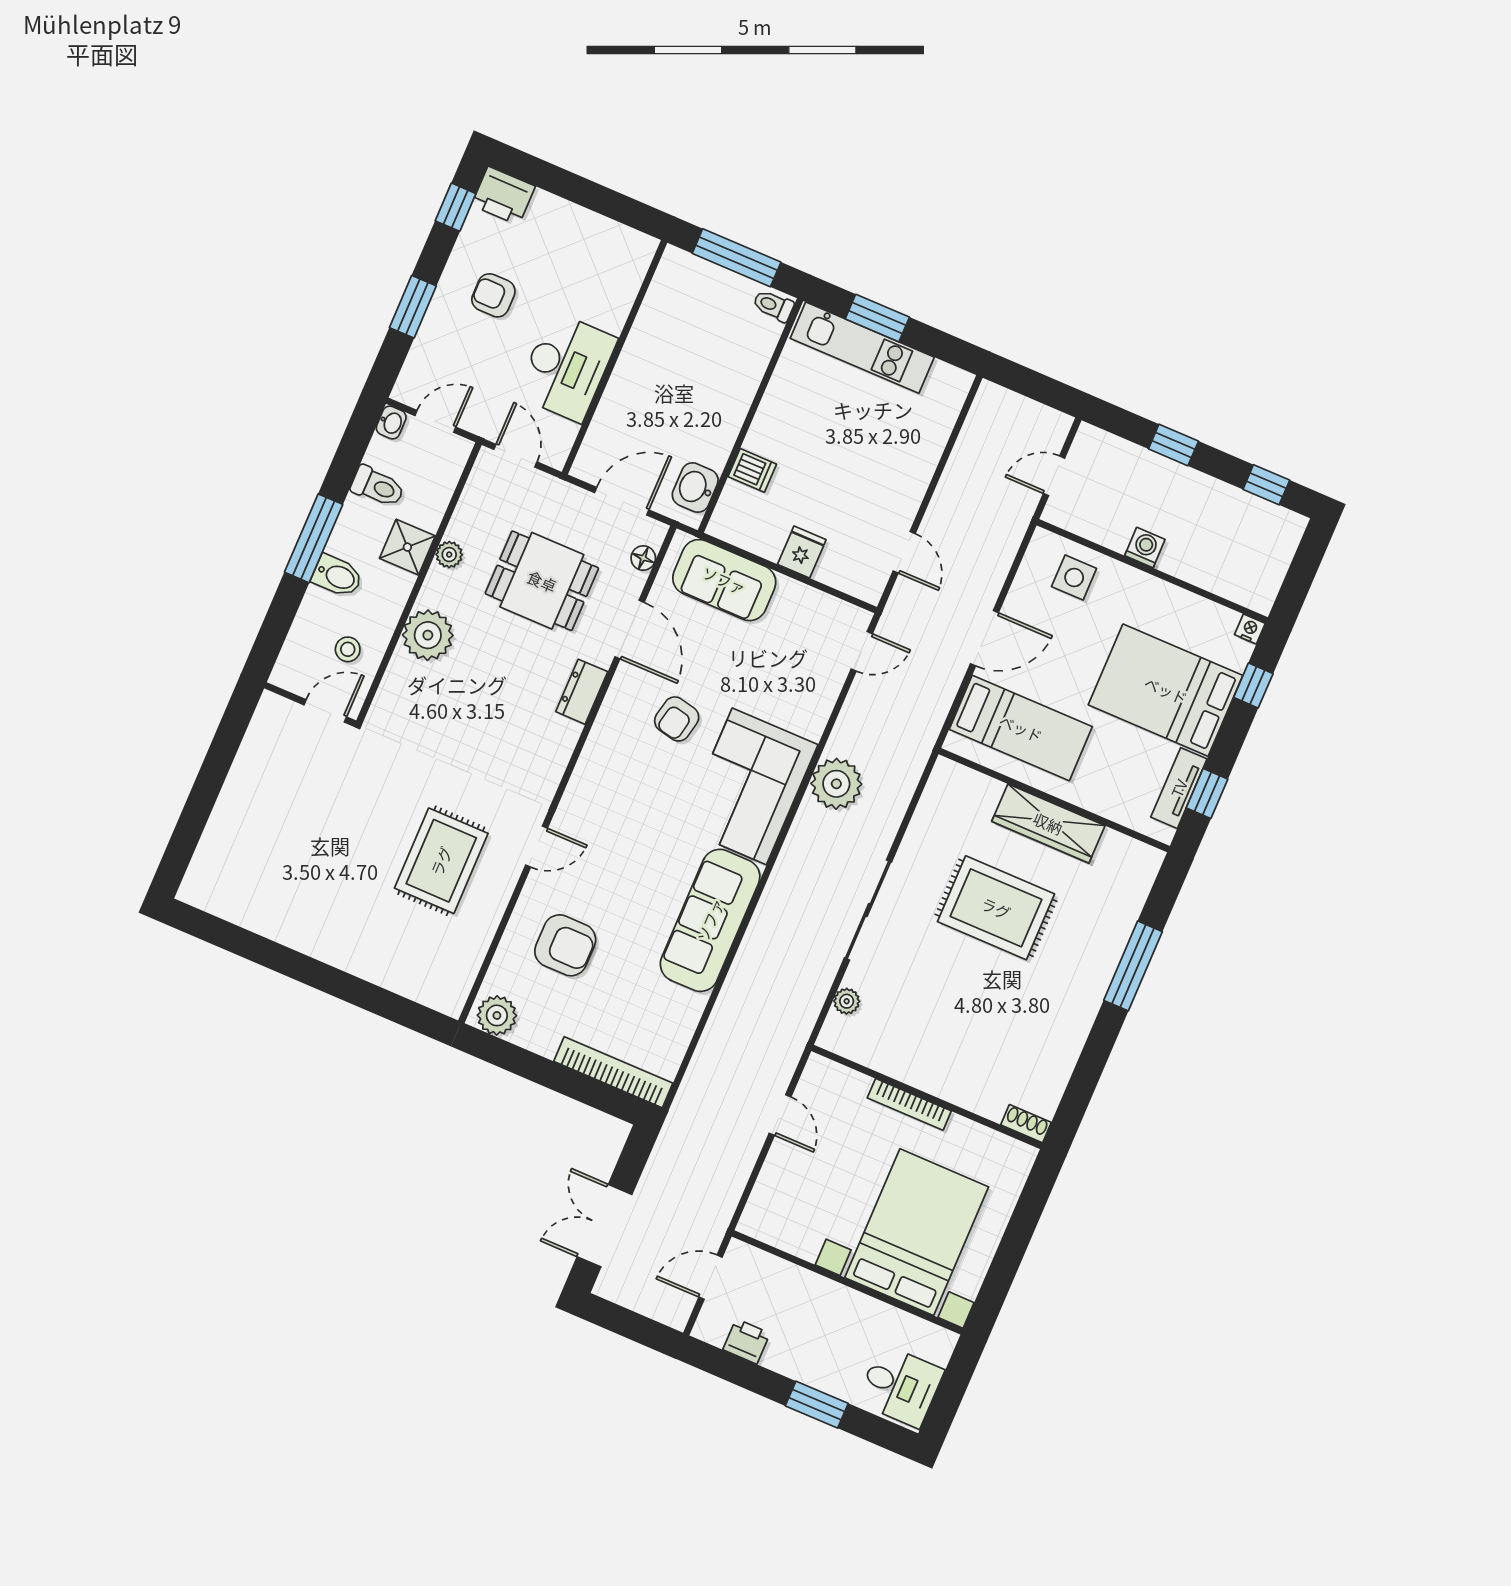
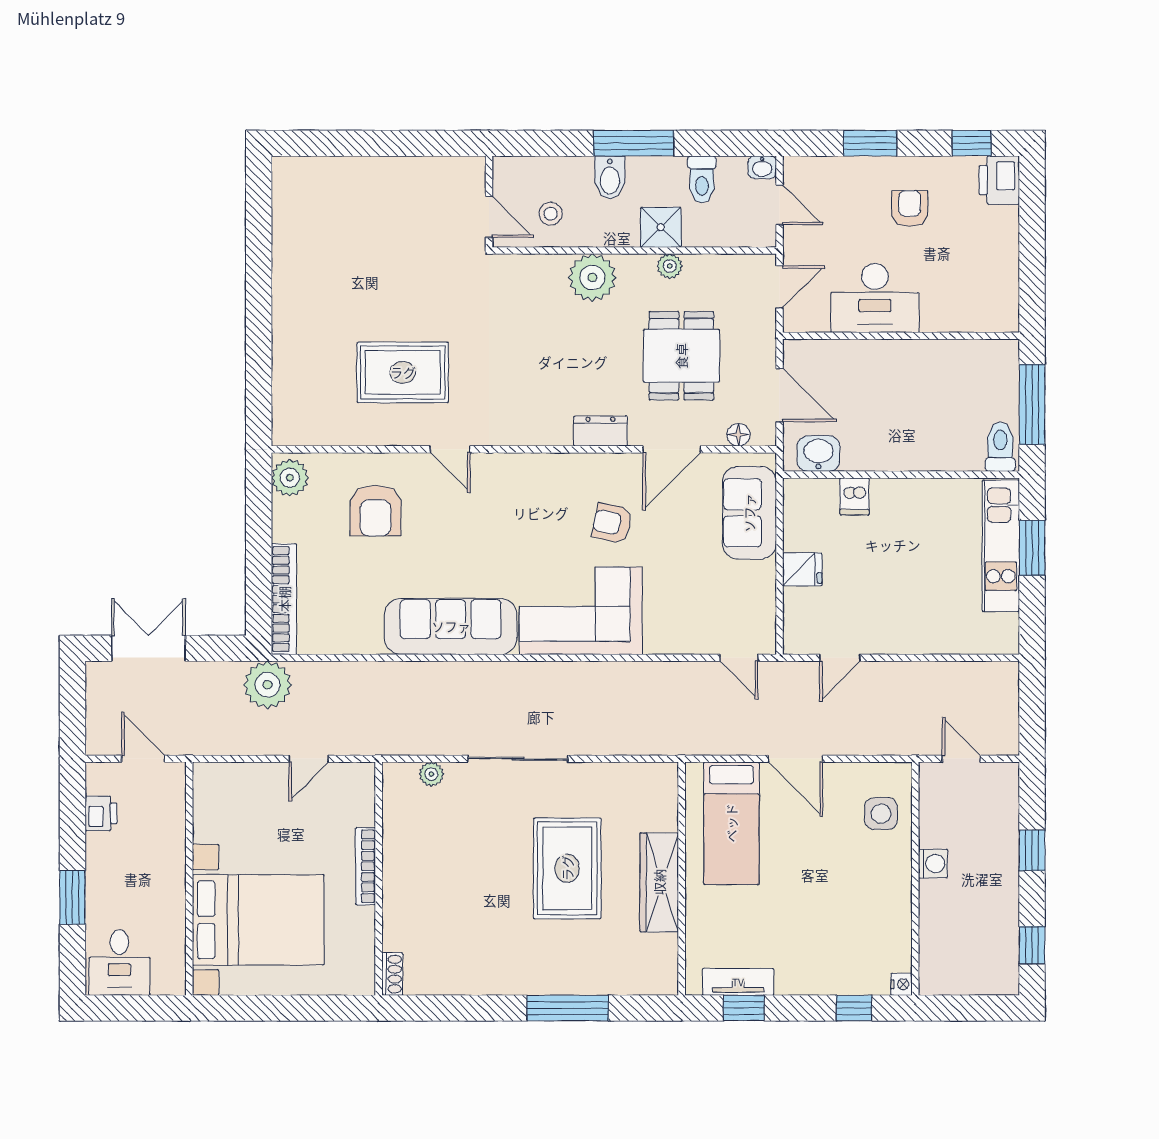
toilet: (773, 306) -> (1000, 447), width x1.37, depth x1.39
bed: (1166, 690) -> (818, 934), removed
plant: (836, 784) -> (268, 685), moved

